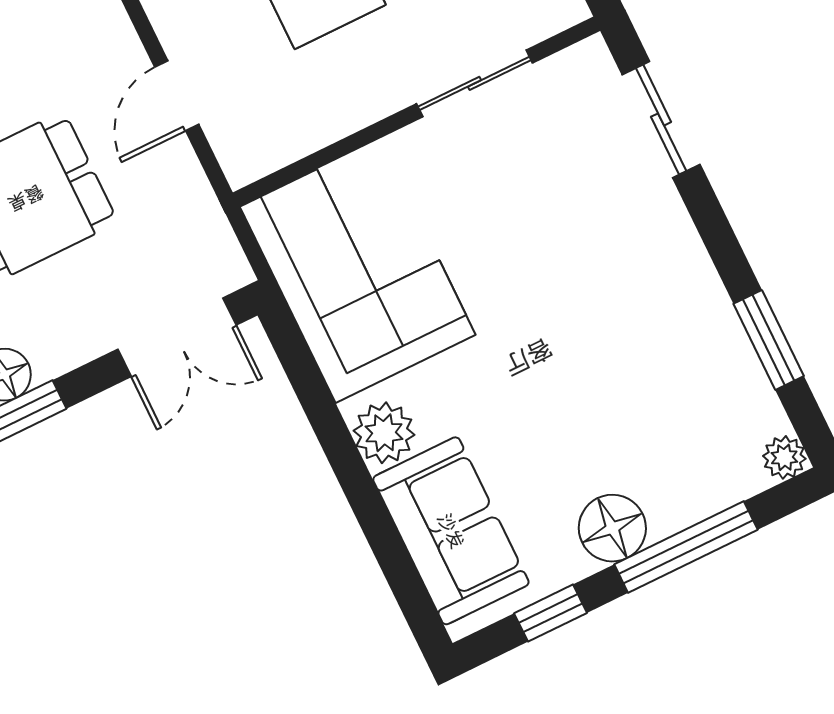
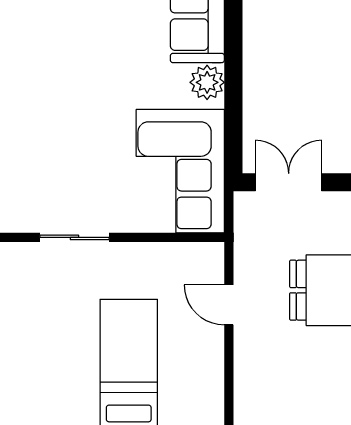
door: (177, 96) -> (229, 305), swing flipped

